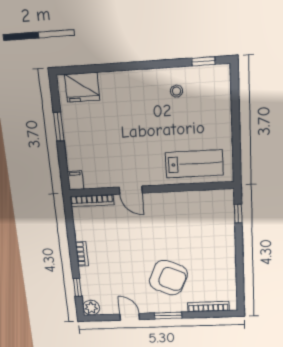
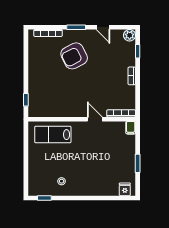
fridge: (82, 87) -> (125, 189), width x0.53, depth x0.75
armchair: (168, 278) -> (74, 56), turned -51

